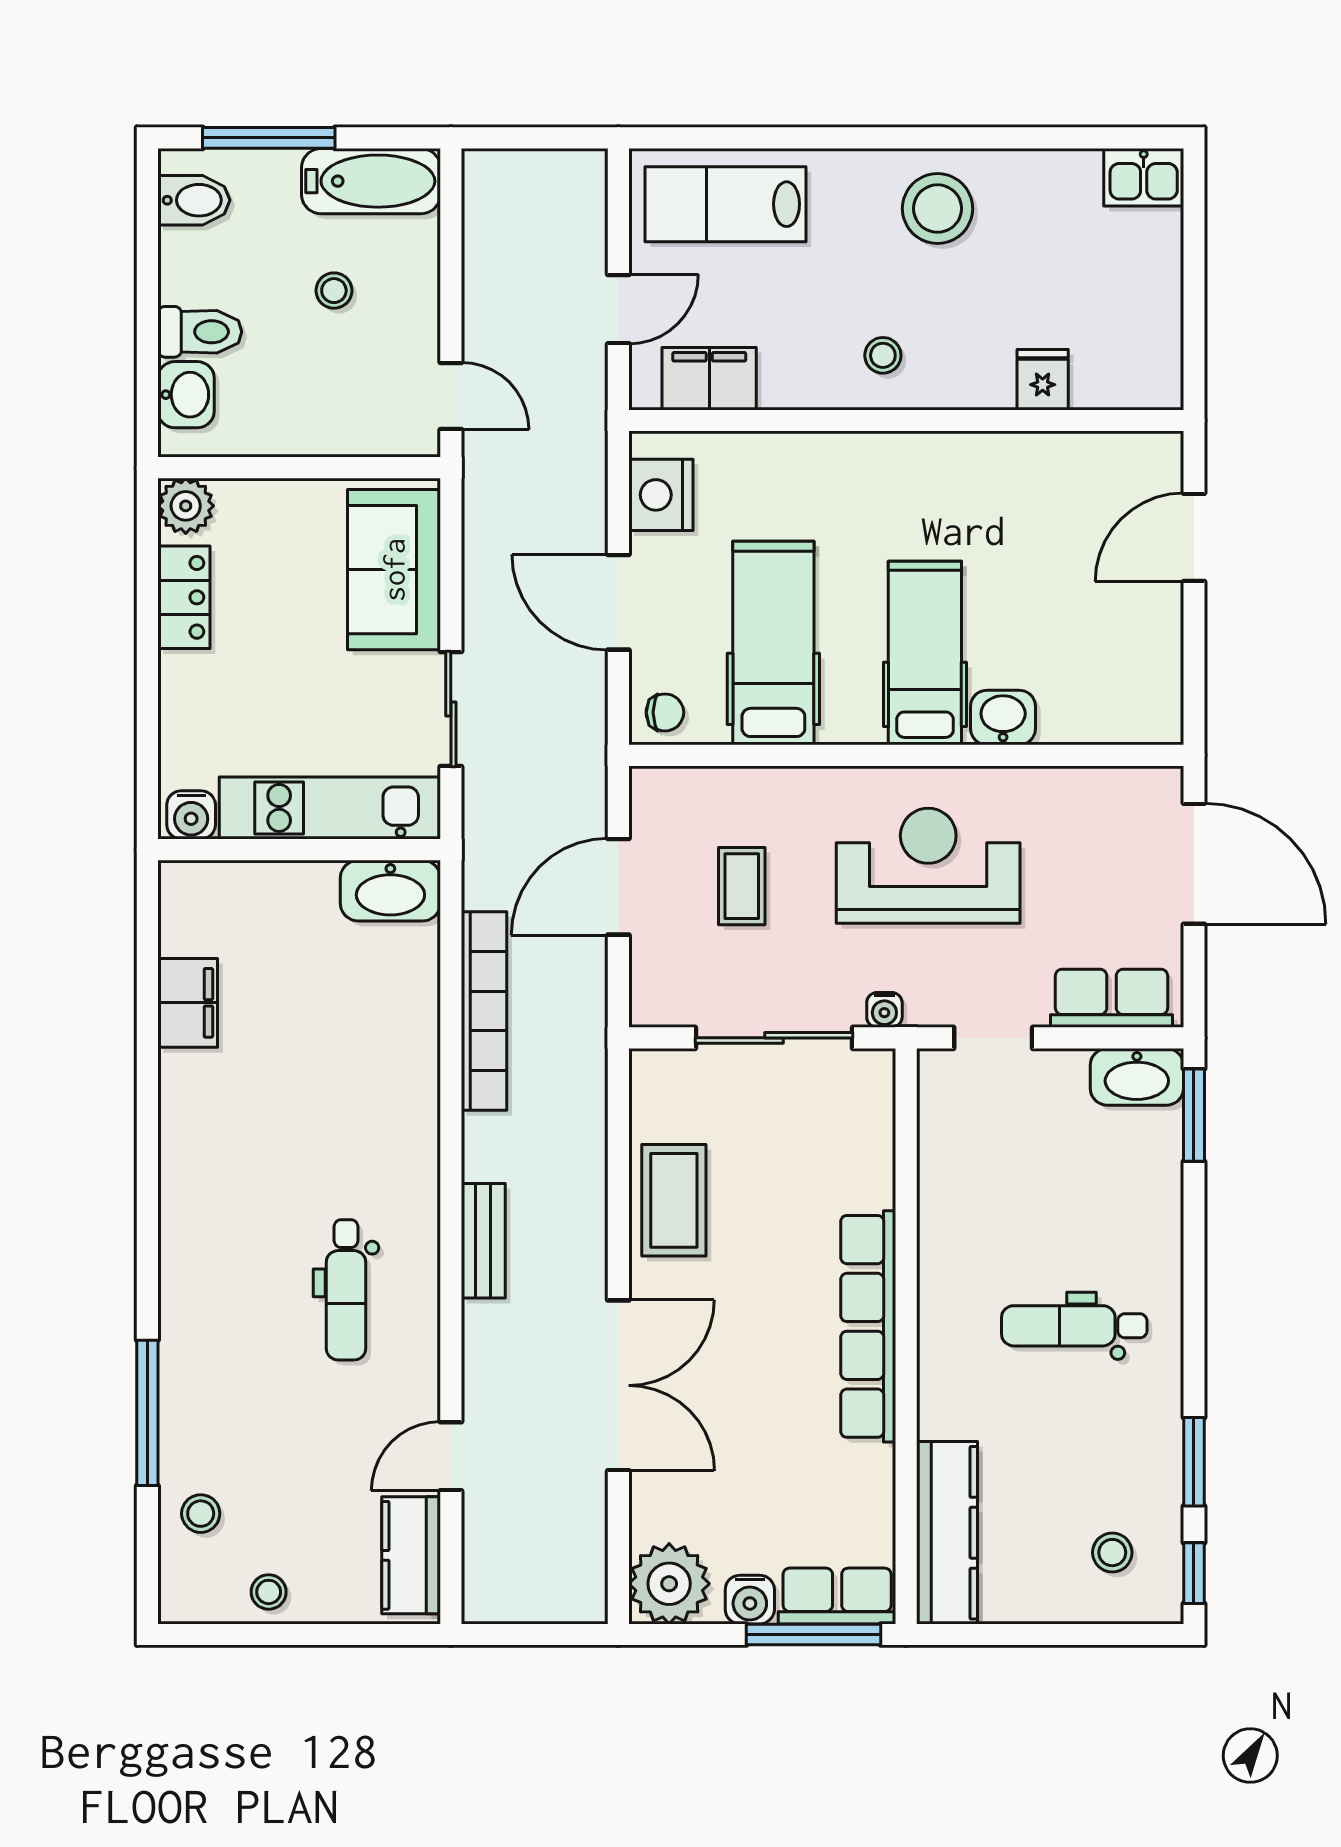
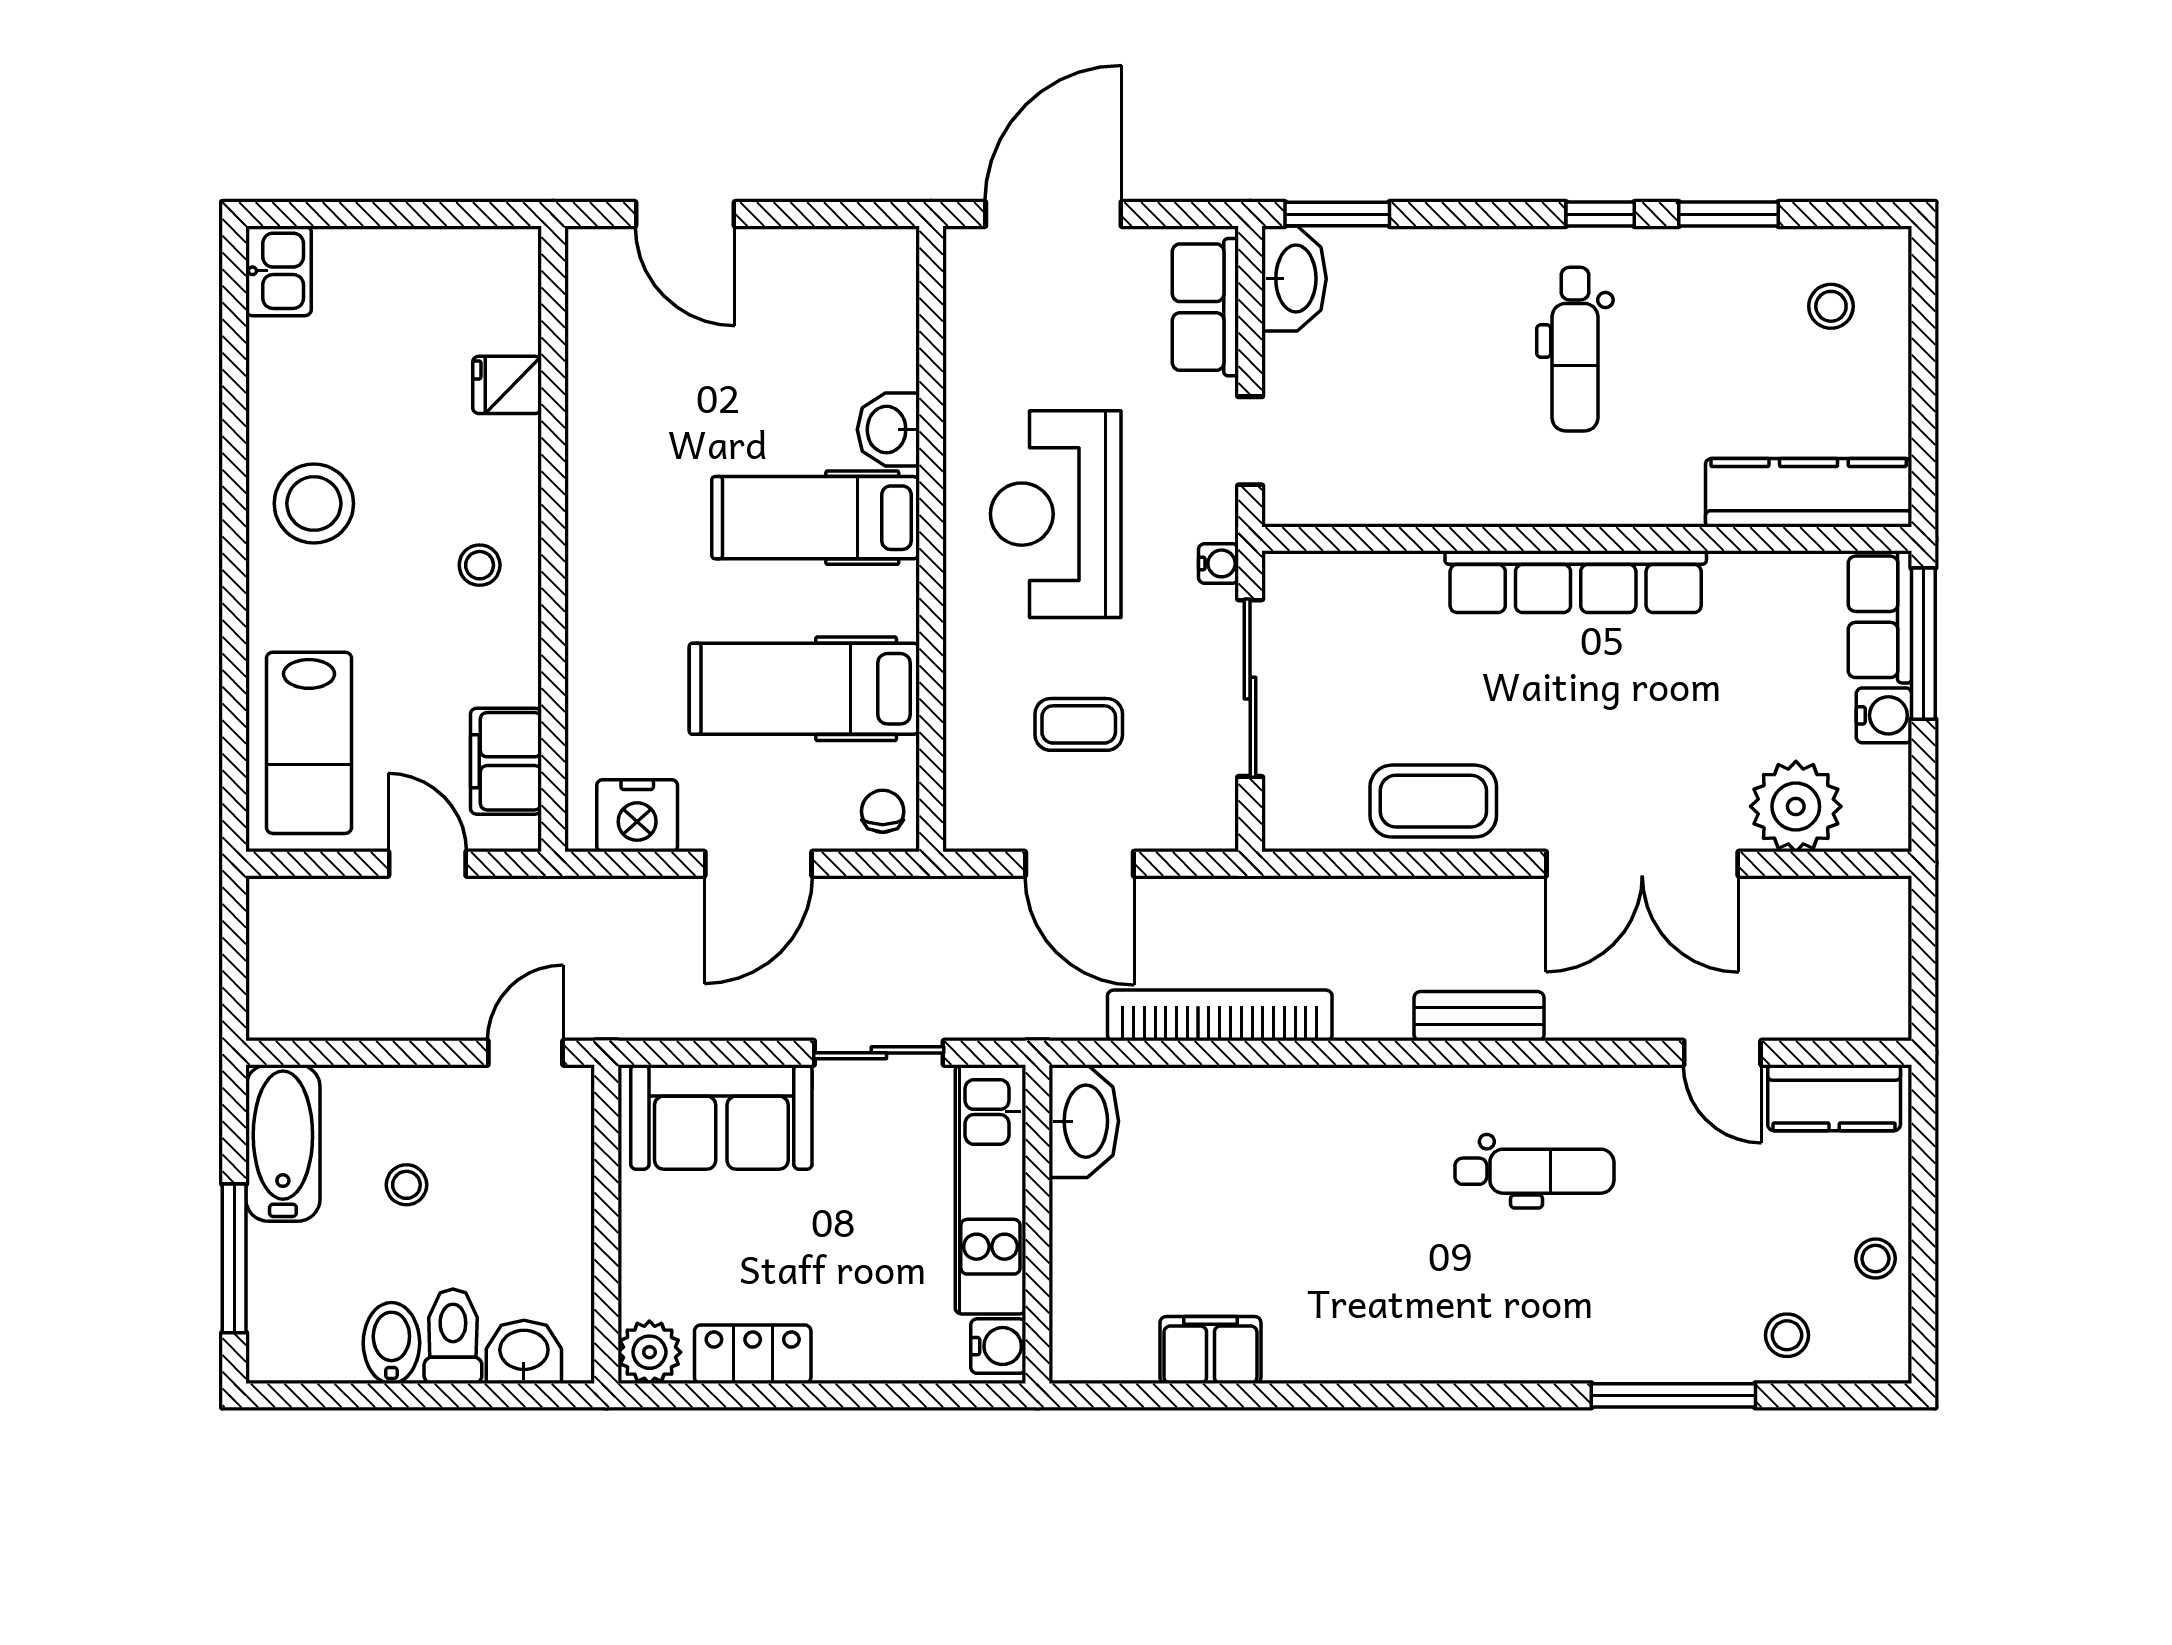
bidet: (194, 200) -> (391, 1343), moved
double door: (618, 1385) -> (1642, 864), swing flipped
window: (1194, 1573) -> (1600, 214), moved
plant: (669, 1584) -> (1796, 806), moved

